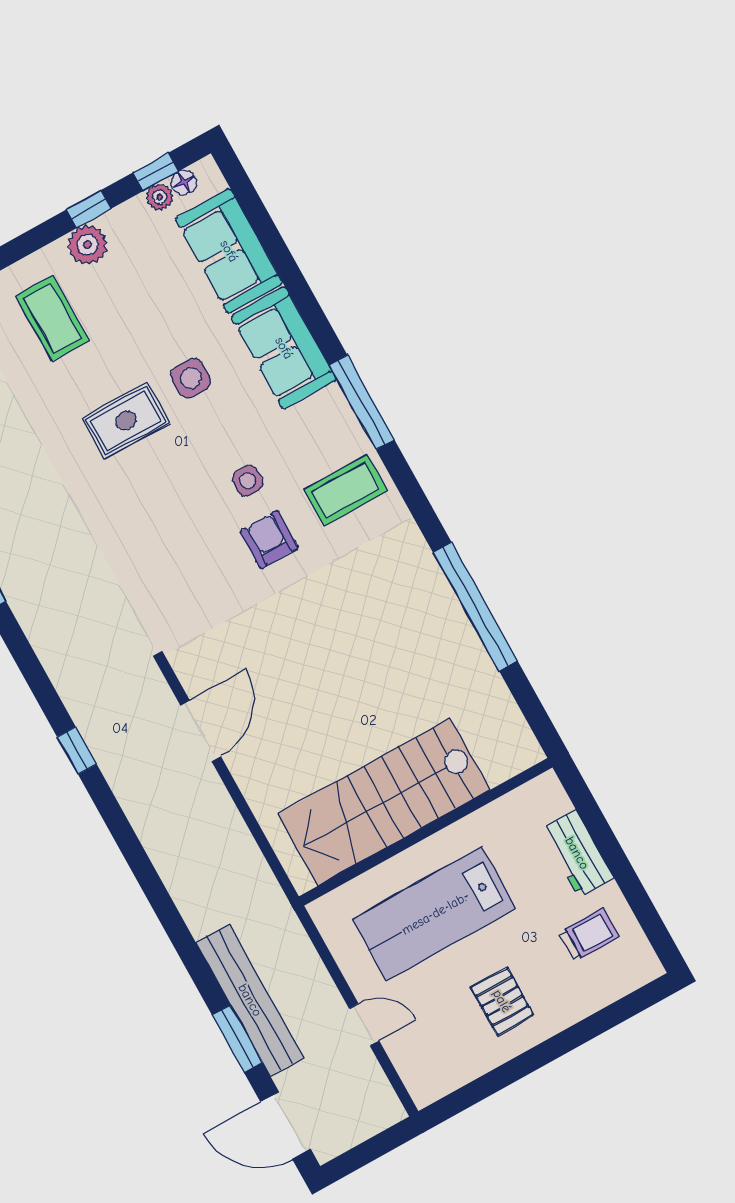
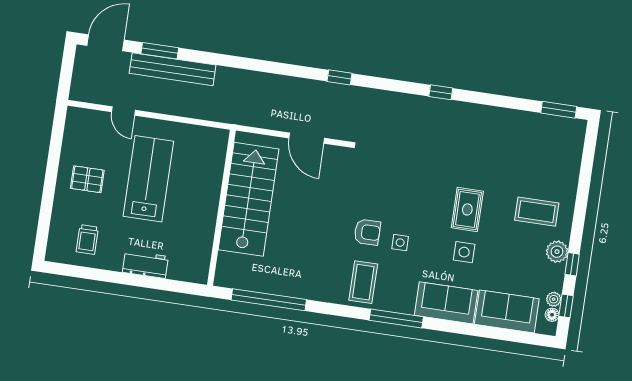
stairs: (384, 802) -> (249, 199), moved
wall: (426, 832) -> (221, 208), moved
workbench: (577, 853) -> (145, 264), moved
door: (364, 1025) -> (123, 111), hinge flipped

